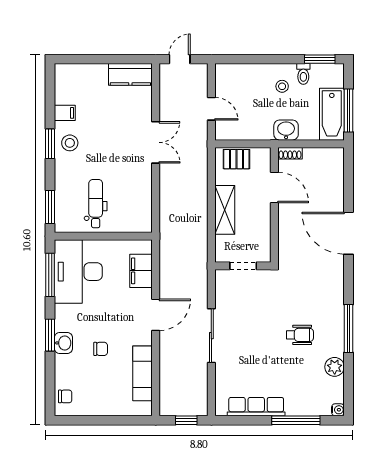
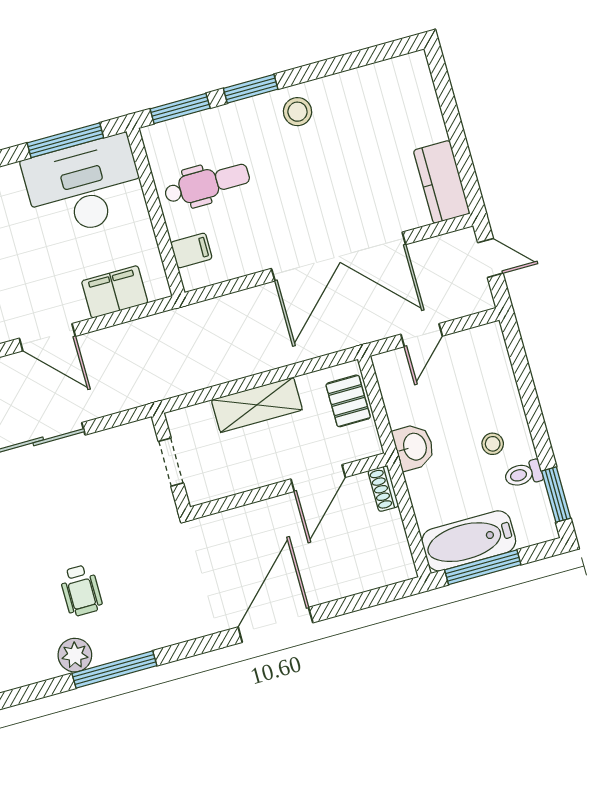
filing cabinet: (65, 113) -> (191, 250), moved, turned -90
washbasin: (286, 130) -> (414, 447), moved
double door: (156, 142) -> (339, 257), width x1.87
window: (50, 144) -> (251, 89), moved
plant: (335, 367) -> (75, 655), moved

